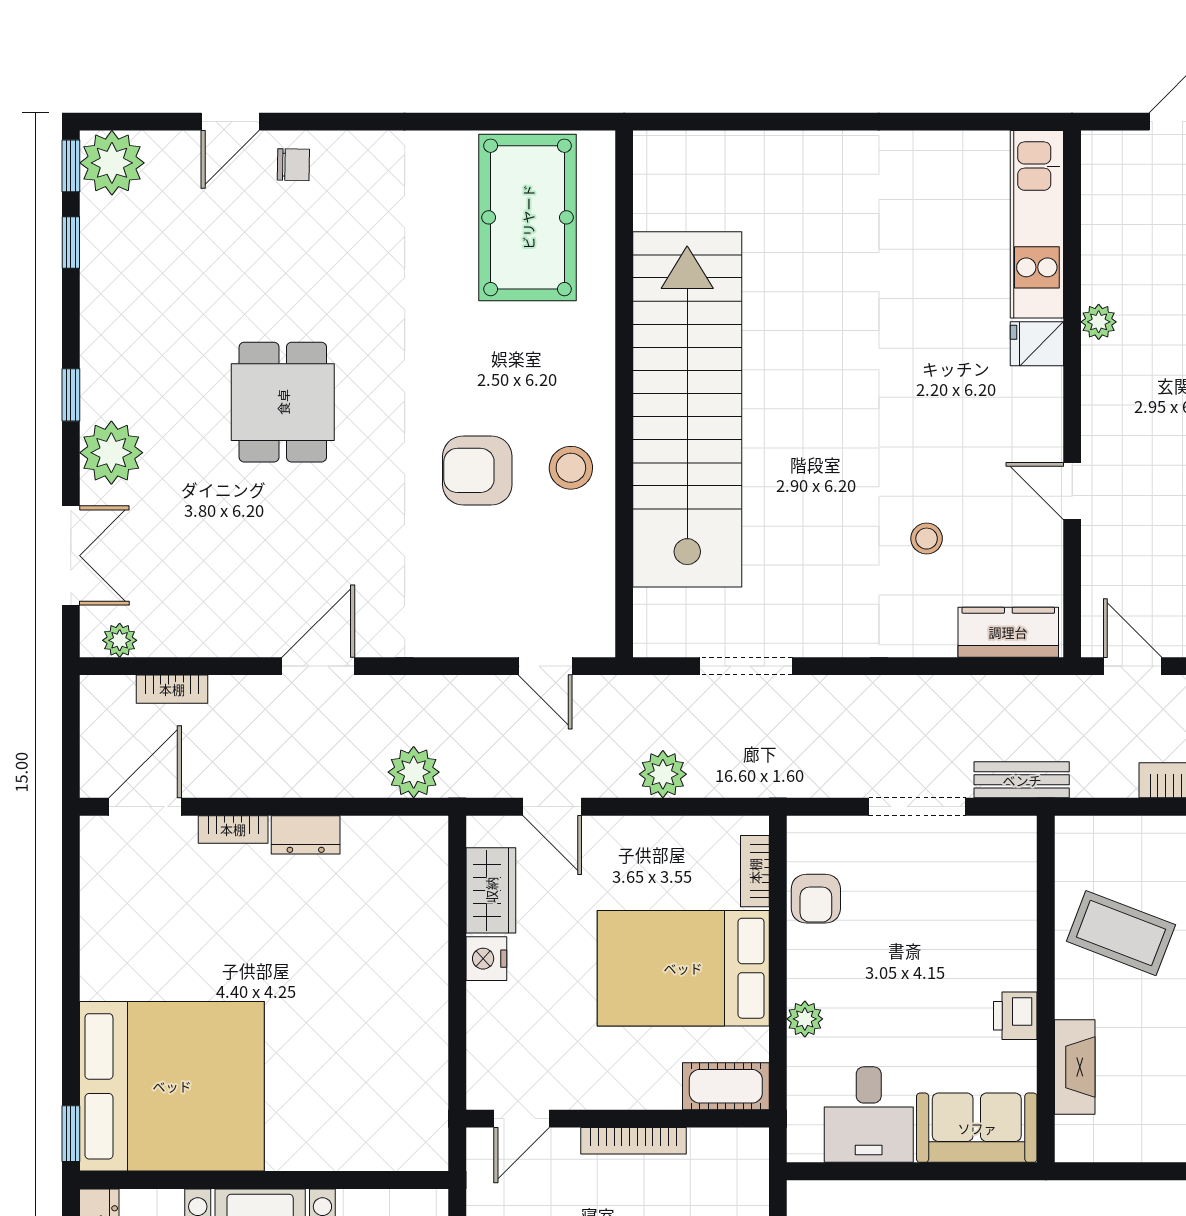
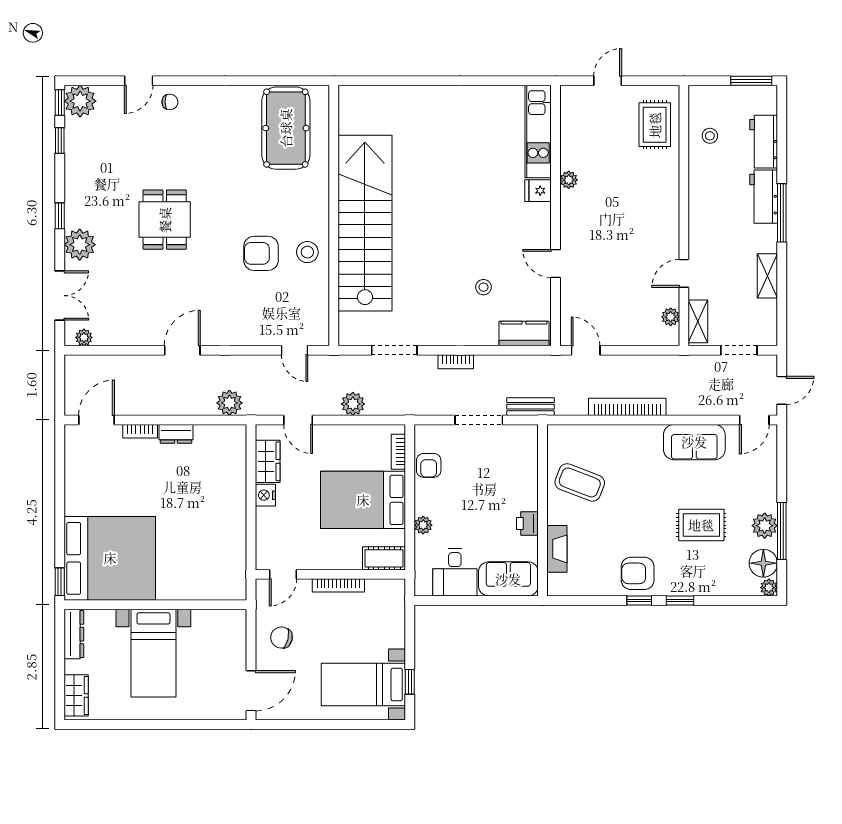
bookcase: (172, 689) -> (456, 362), moved

